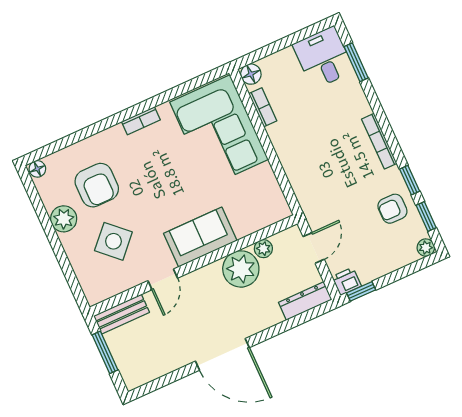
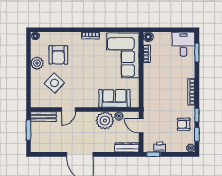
sofa: (200, 237) -> (114, 98), moved
door: (314, 248) -> (141, 126), swing flipped
printer: (347, 281) -> (160, 147), moved

